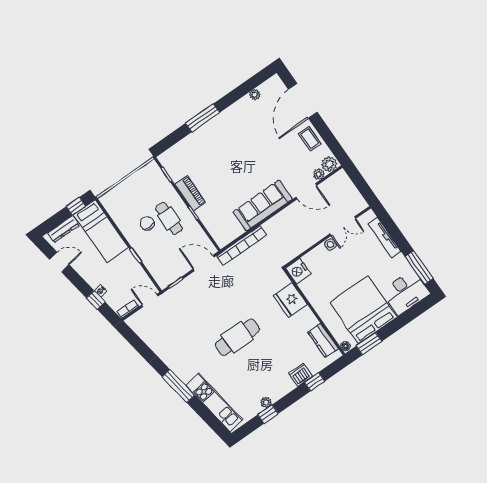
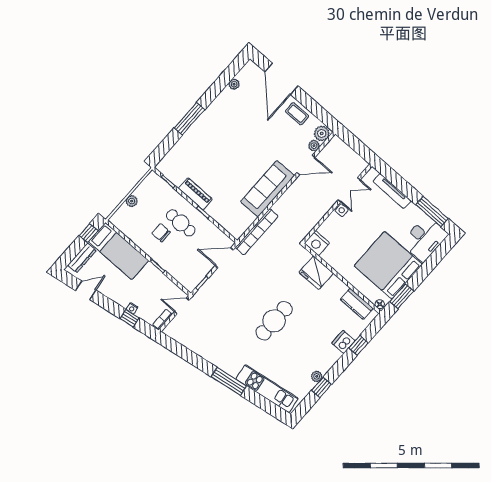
plant: (126, 185) -> (132, 201), added

